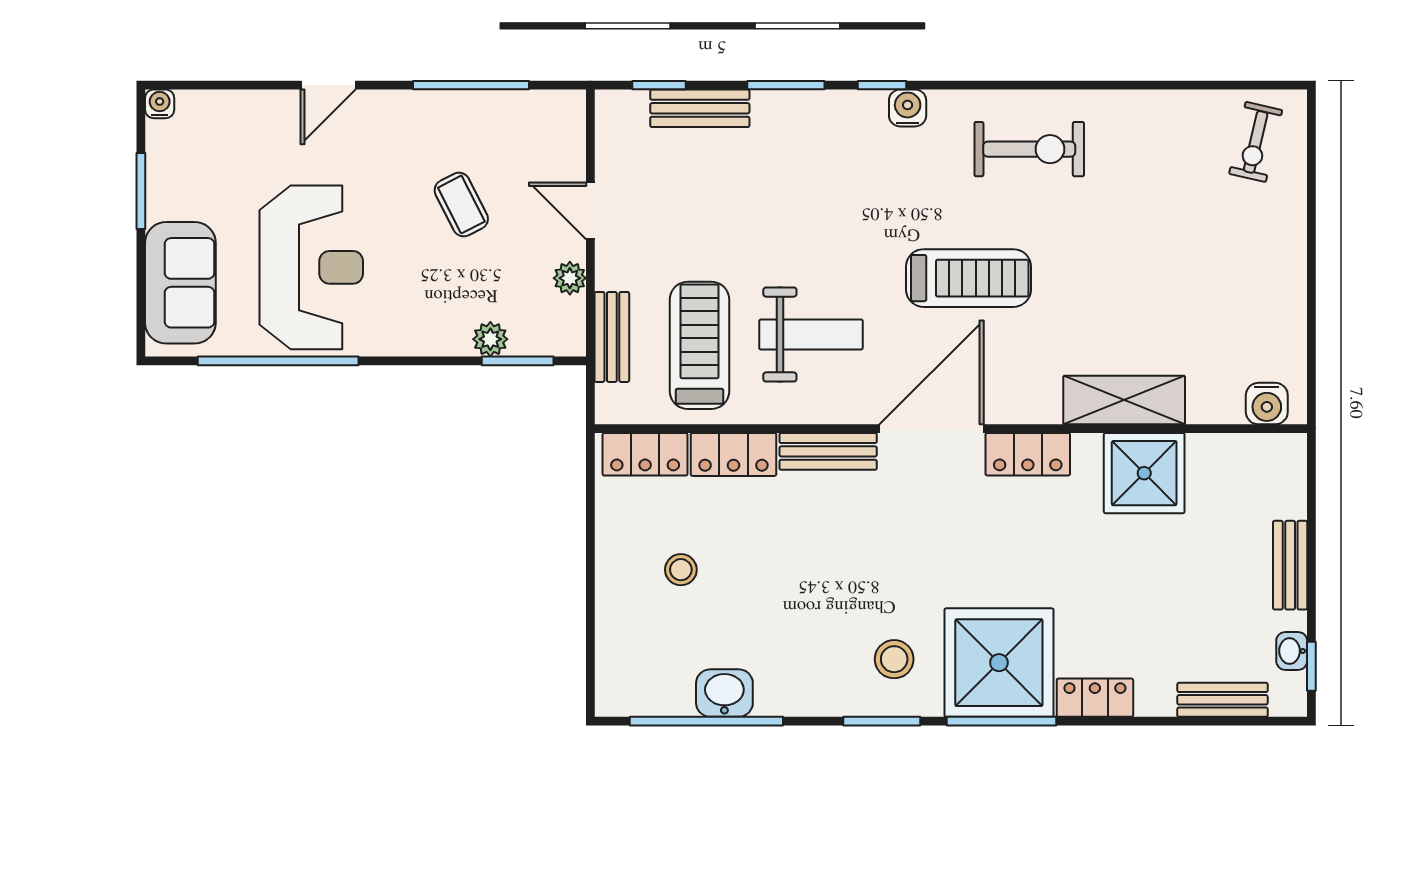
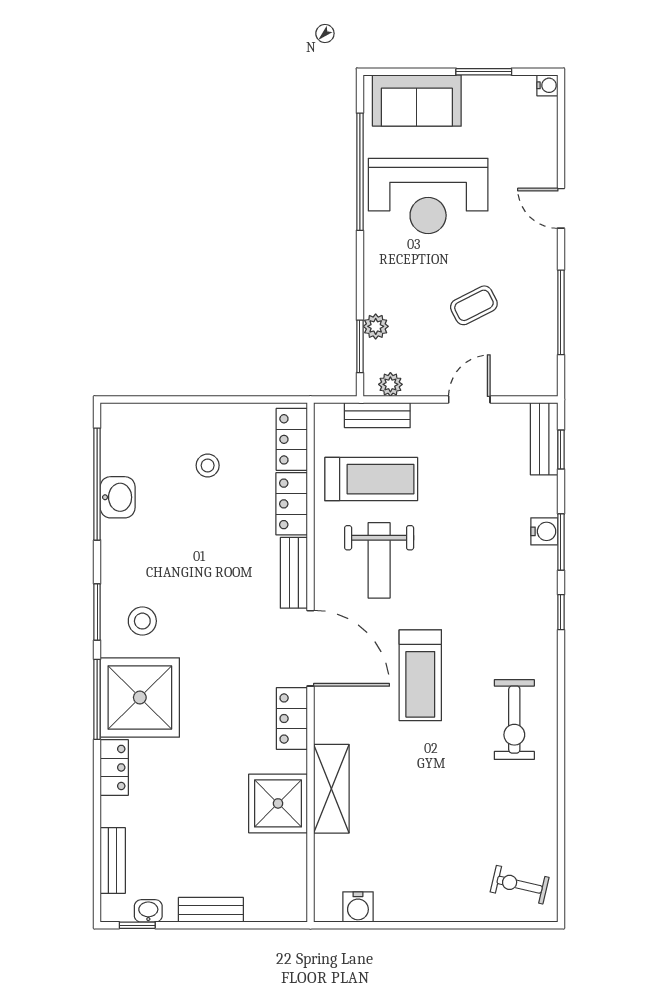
bench: (700, 108) -> (544, 439), moved
water cooler: (908, 108) -> (544, 531), moved
plant: (570, 278) -> (390, 384), moved
water cooler: (1267, 404) -> (358, 907), moved, turned -90

